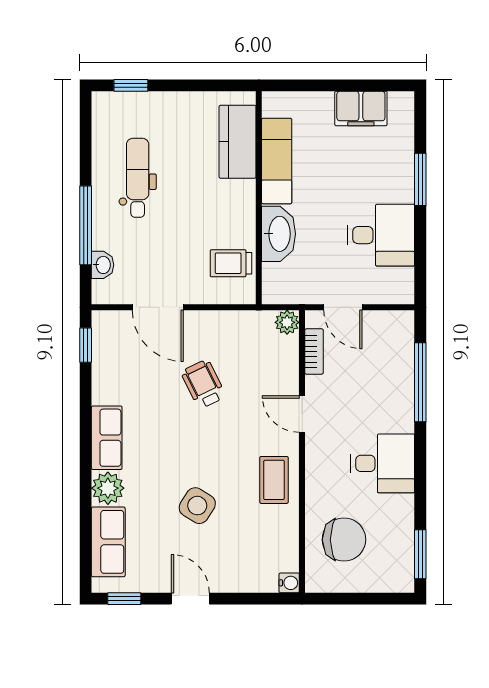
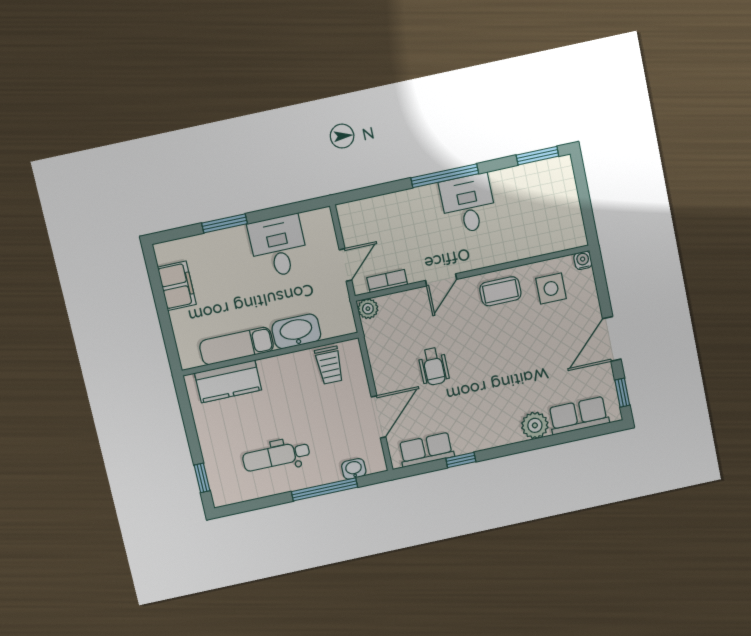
window: (86, 345) -> (461, 460), moved
window: (420, 382) -> (445, 176), moved
wheelchair: (203, 384) -> (434, 366), turned -64
row of seats: (107, 438) -> (426, 450), moved
side table: (197, 506) -> (551, 288), moved, turned -32
chair: (344, 540) -> (538, 222), removed
door: (190, 599) -> (612, 339), width x1.38

